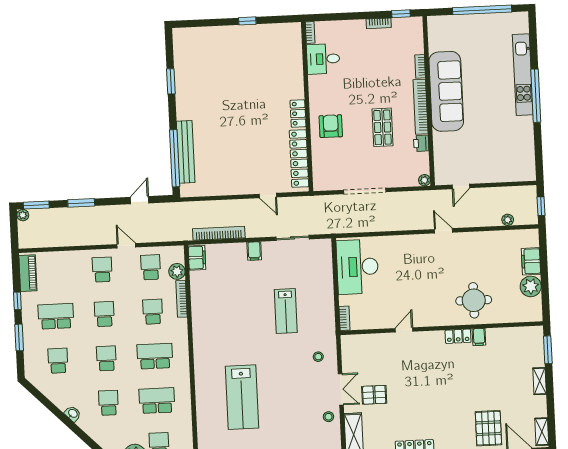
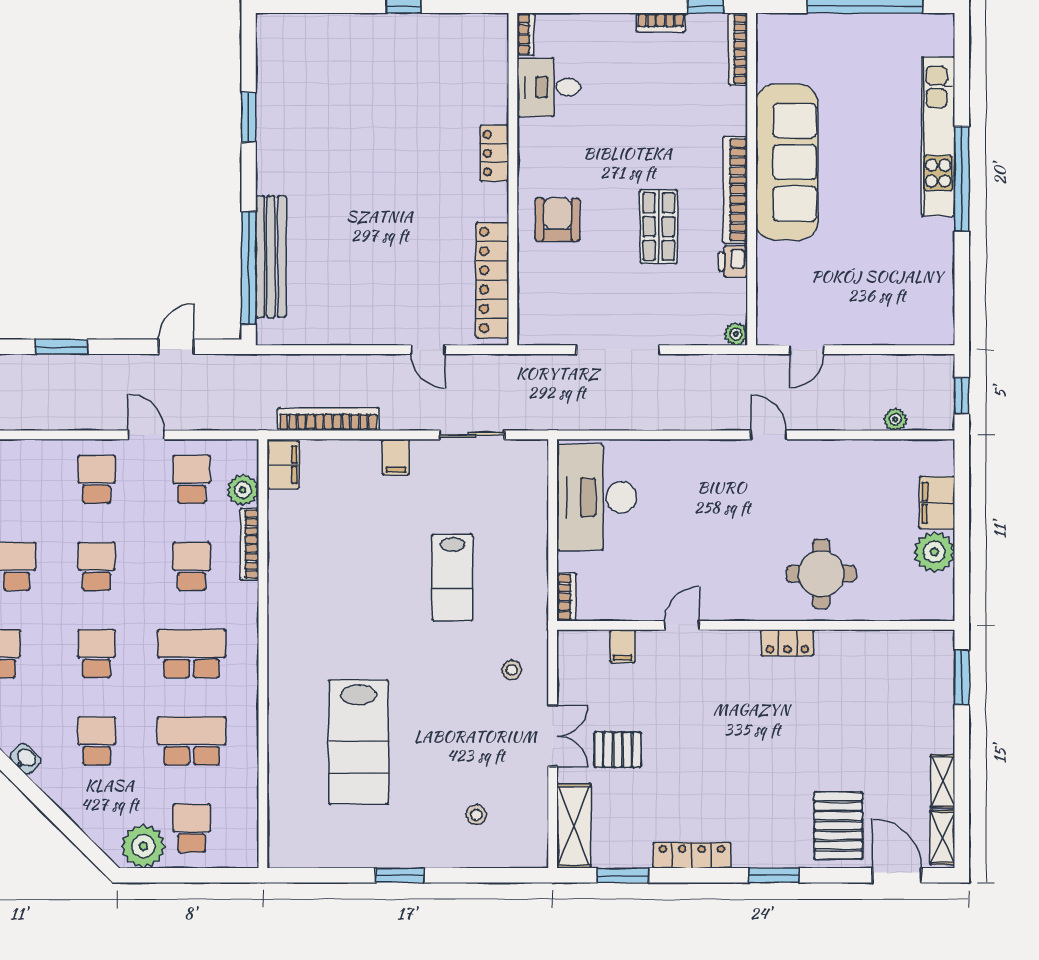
bookcase: (420, 66) -> (738, 49), moved, width x1.56
locker: (298, 114) -> (494, 153), moved
filing cabinet: (479, 337) -> (623, 646), moved
shelving: (540, 381) -> (943, 781), moved
stool: (328, 417) -> (476, 815), moved

